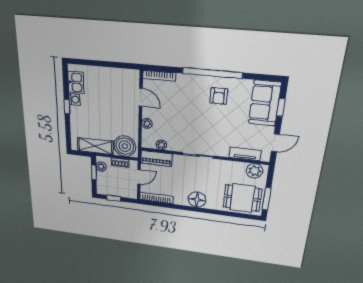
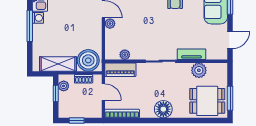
window: (67, 107) -> (30, 26), width x2.17
plant: (147, 123) -> (110, 24), moved
tv unit: (245, 154) -> (191, 54), moved
plant: (254, 171) -> (199, 70), moved
door: (139, 177) -> (103, 92), hinge flipped

